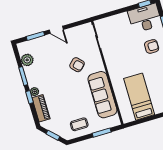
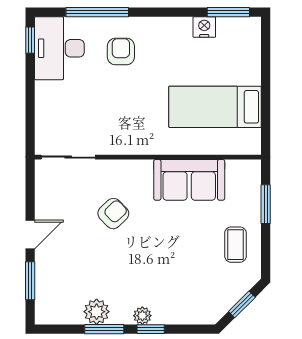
plant: (27, 60) -> (97, 312), moved
sofa: (102, 95) -> (189, 180), width x0.73
piano: (41, 108) -> (180, 313), removed

